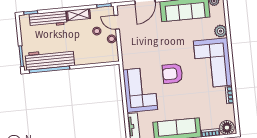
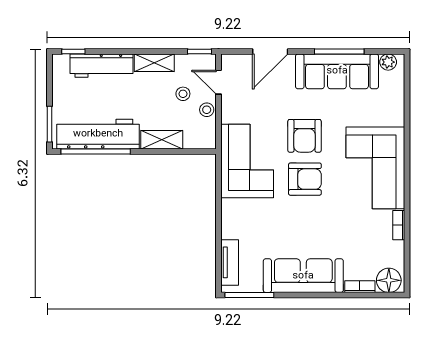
plant: (221, 31) -> (394, 115), removed
armchair: (170, 48) -> (305, 136), added
shelving: (87, 59) -> (162, 140), added
armchair: (172, 74) -> (305, 179), turned 180
corner sofa: (140, 90) -> (247, 161), moved

